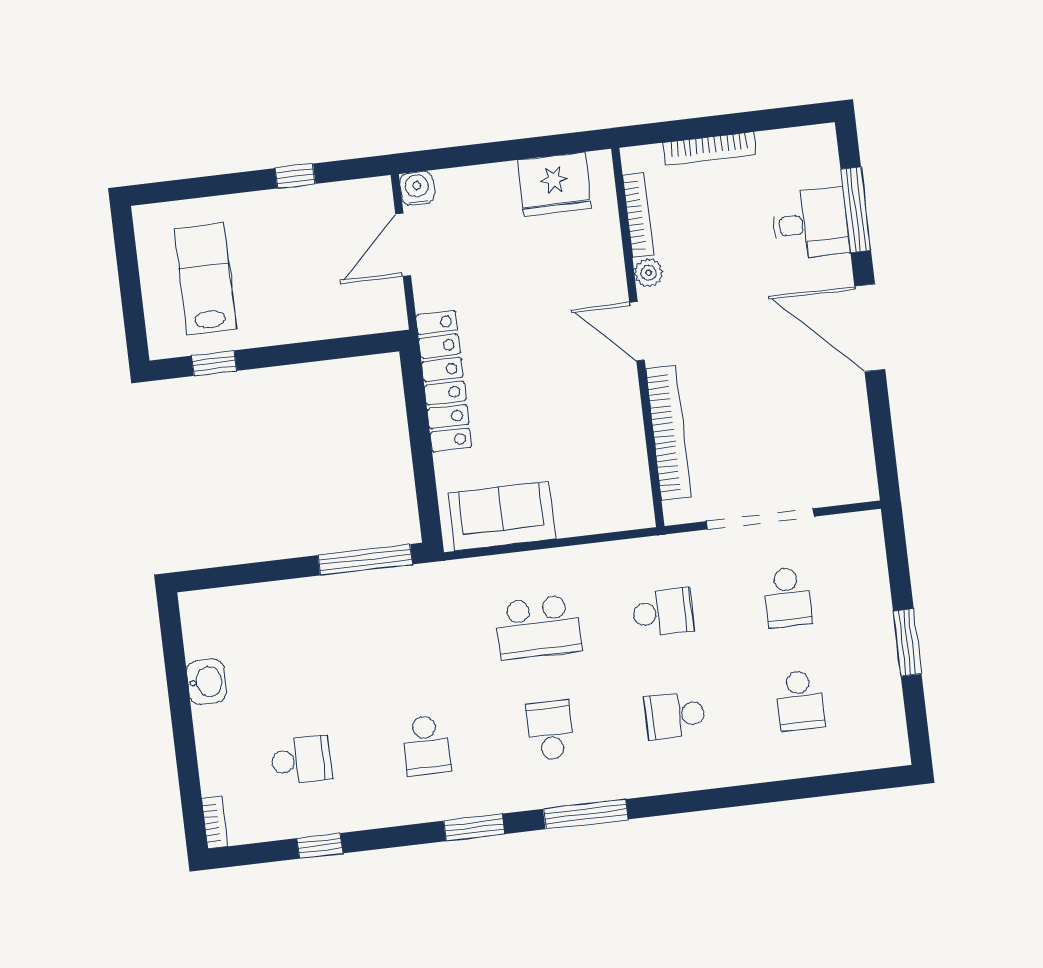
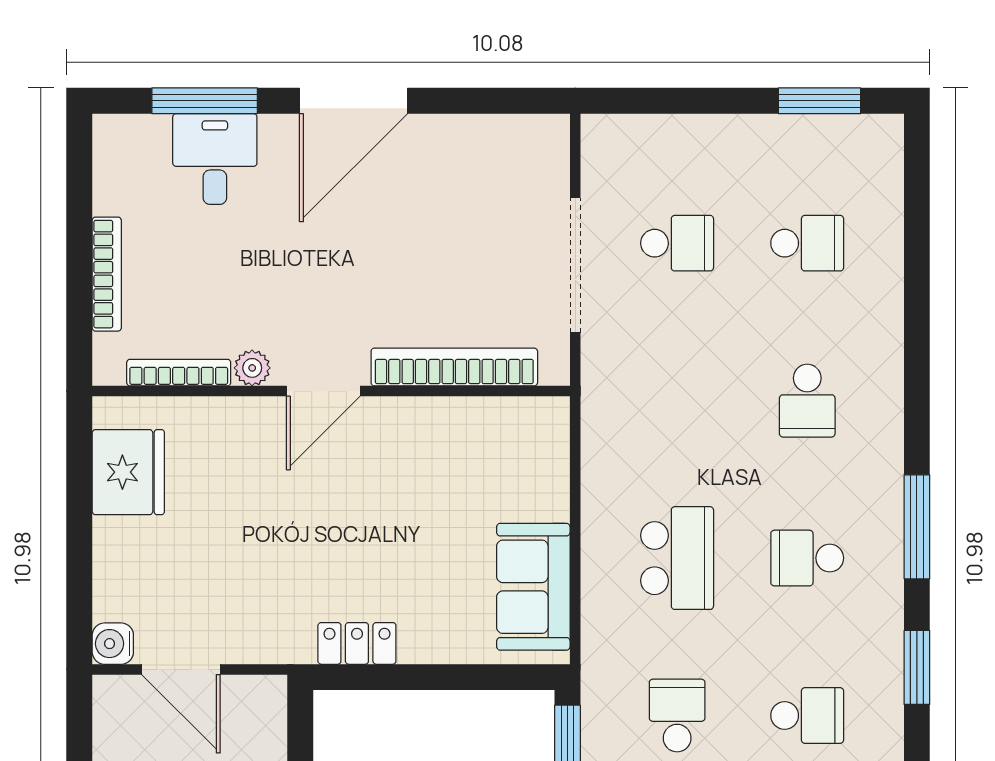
locker: (444, 381) -> (357, 643), width x0.46, depth x0.83
school desk: (663, 612) -> (677, 716), moved
window: (907, 642) -> (819, 101), moved

